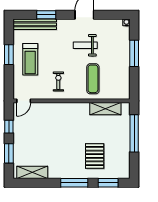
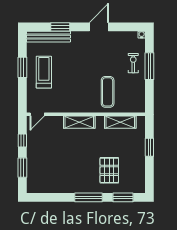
weight bench: (85, 45) -> (100, 58), removed
treadmill: (30, 59) -> (44, 72), turned 180
exercise bike: (58, 81) -> (133, 63), moved
window: (134, 133) -> (149, 147), width x0.47
shelving: (32, 172) -> (79, 122), moved

